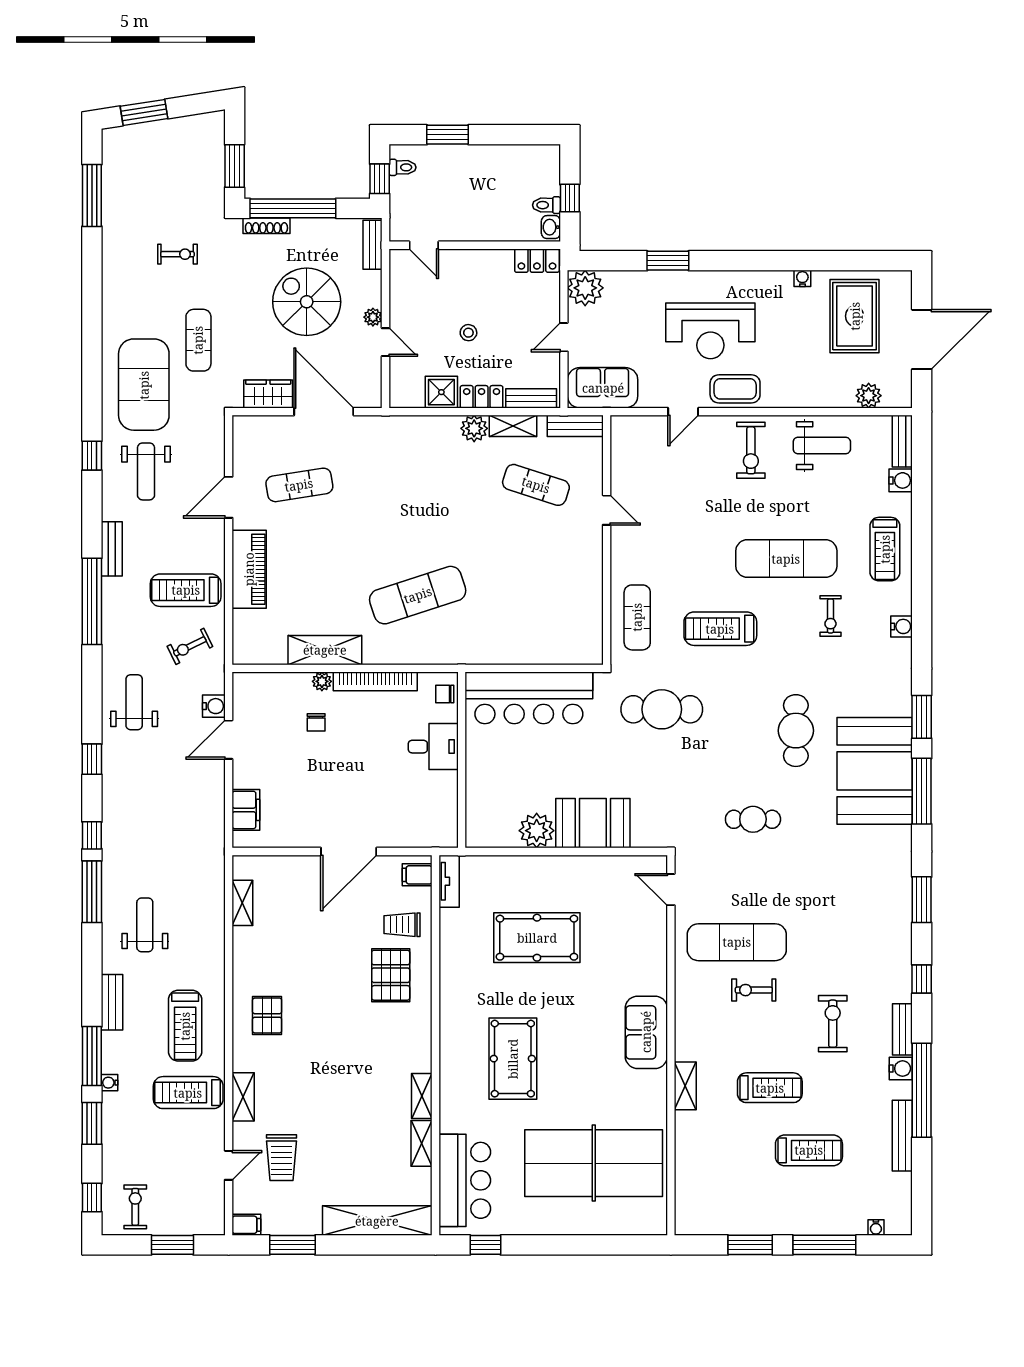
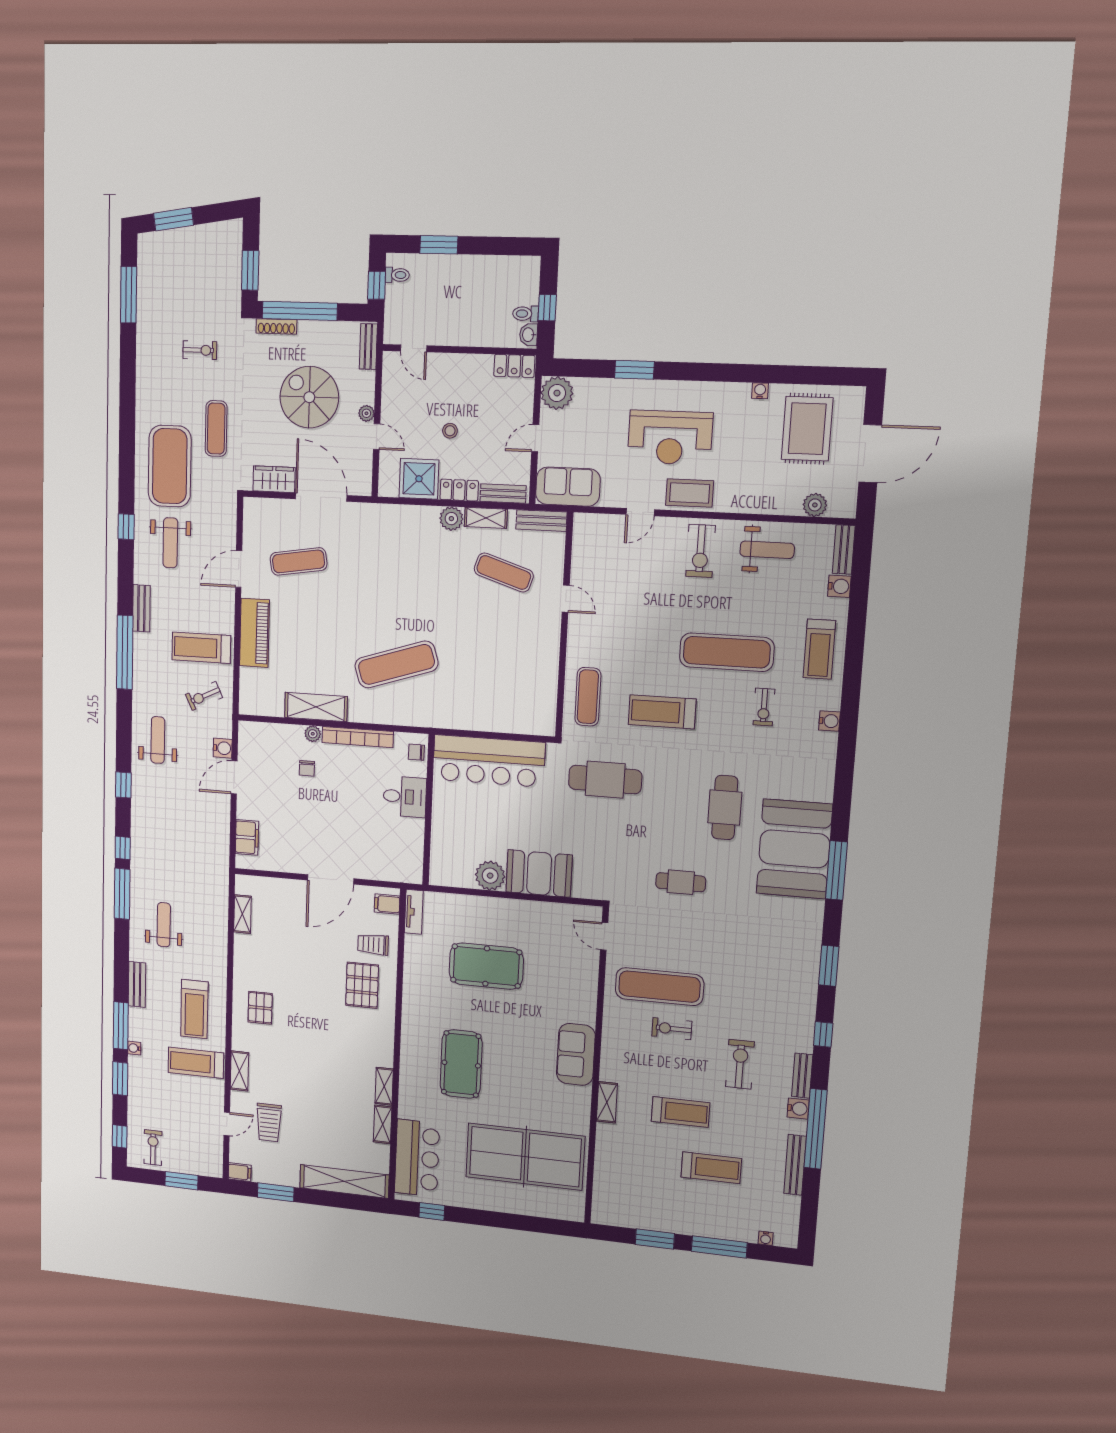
shower: (441, 392) -> (419, 479), width x1.36, depth x1.36
window: (922, 717) -> (842, 804), removed

